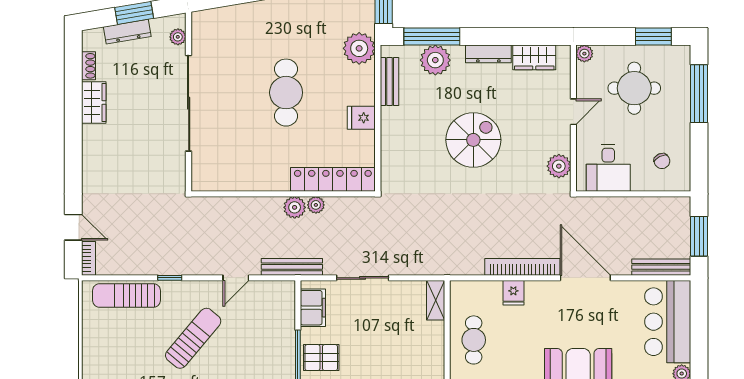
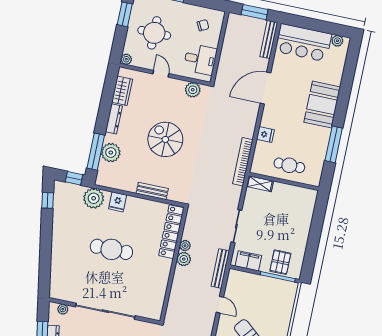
bench: (389, 81) -> (152, 191), moved
fridge: (361, 118) -> (118, 202), moved
bookcase: (522, 267) -> (243, 162), moved

